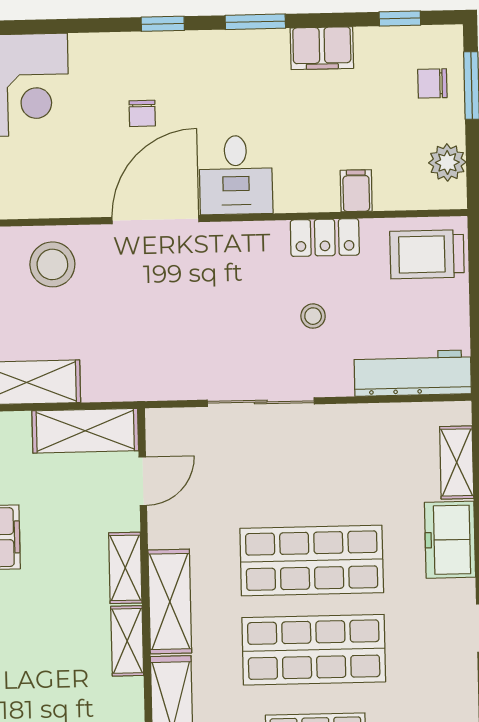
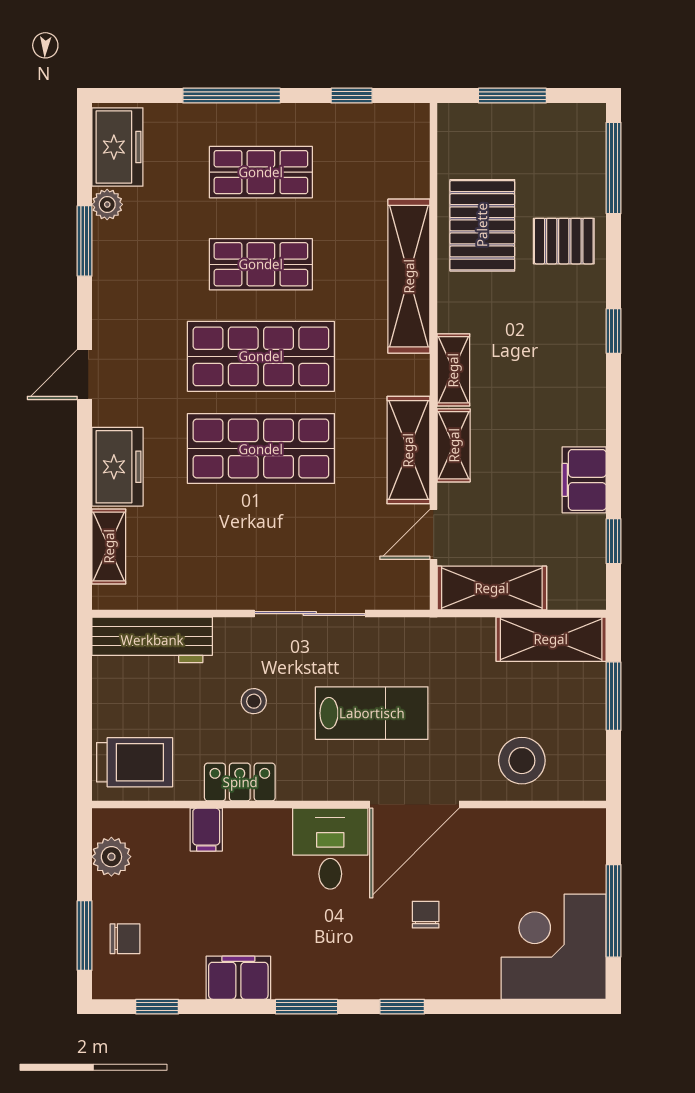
lab bench: (199, 307) -> (372, 713), added
shelving: (170, 601) -> (408, 450), moved

